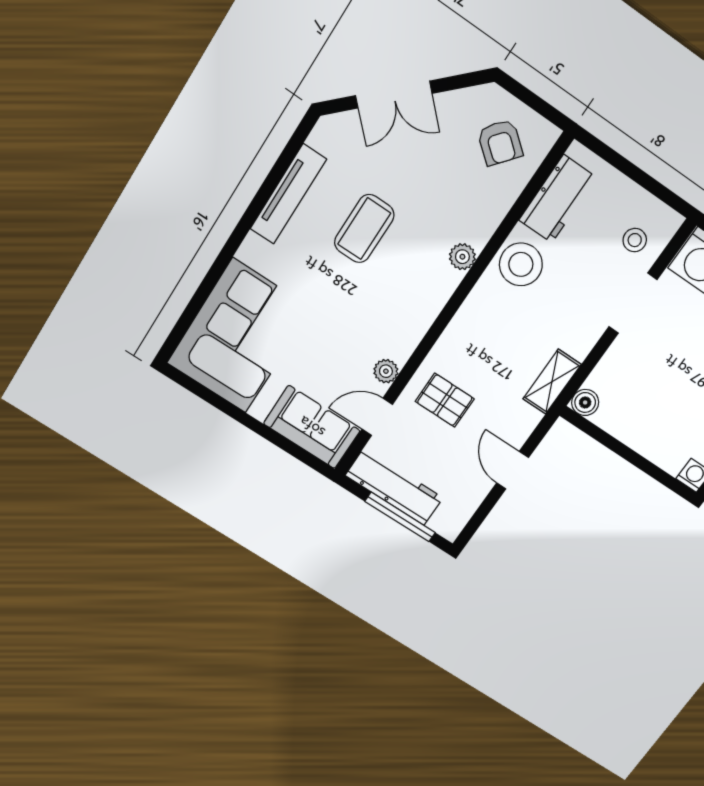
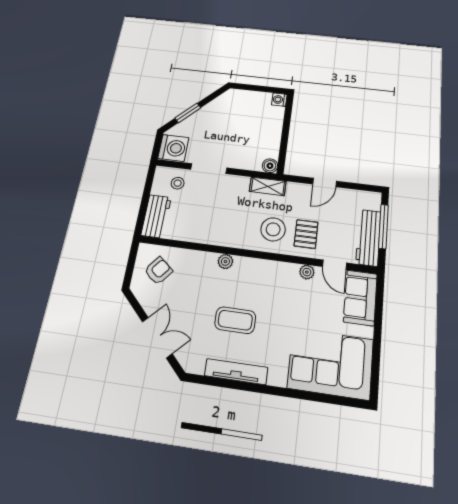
workbench: (558, 199) -> (156, 216), moved, turned 90
stool: (521, 264) -> (273, 229), moved

